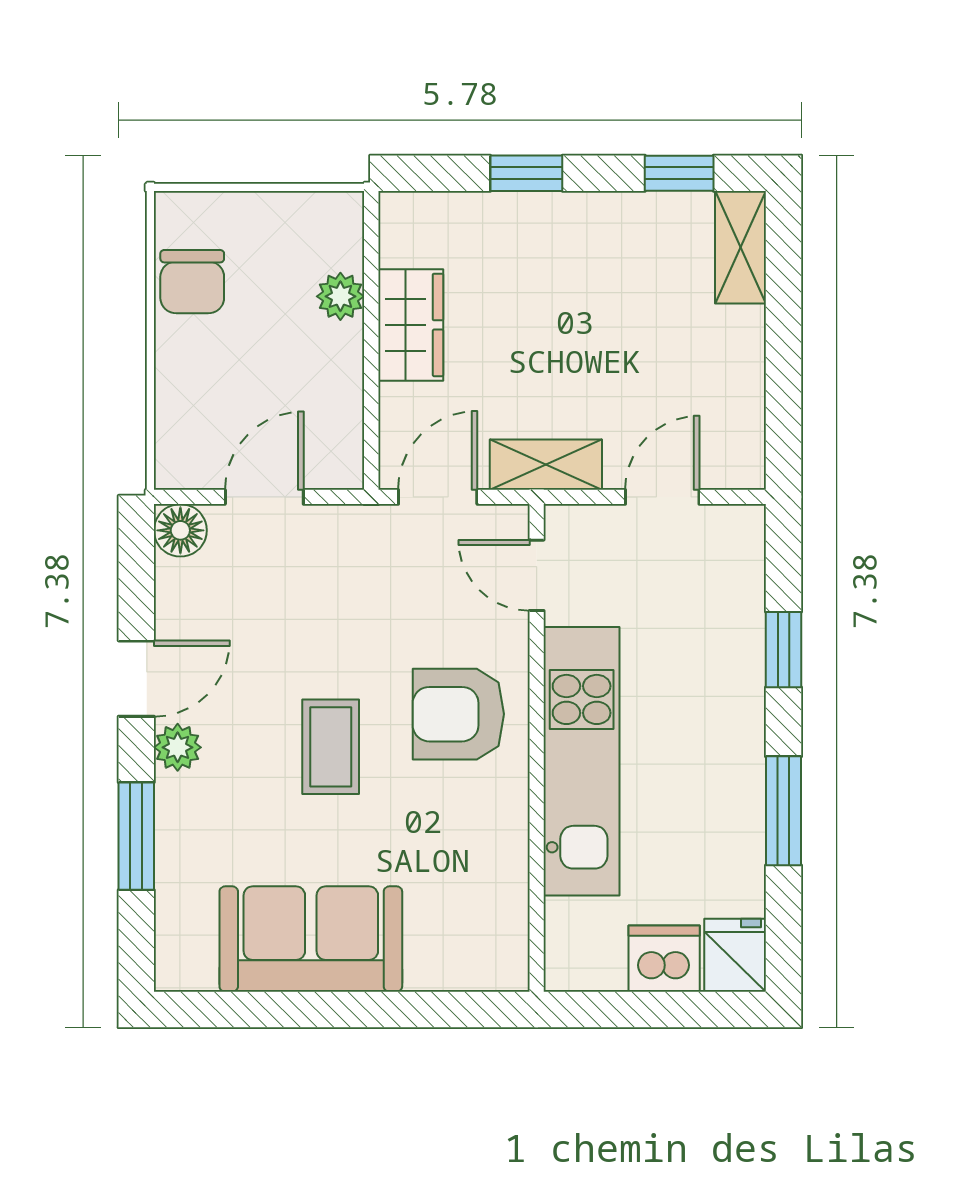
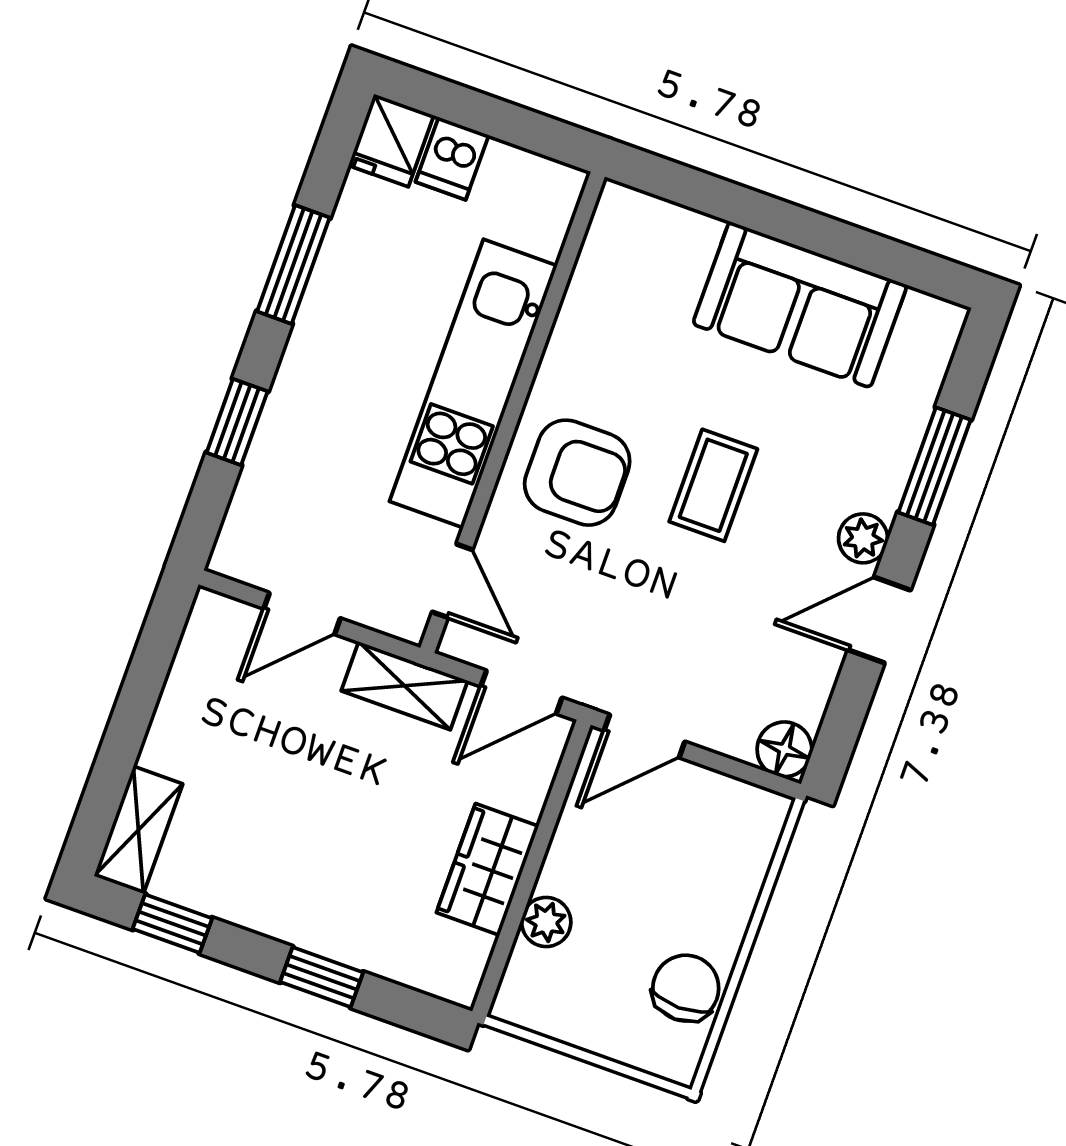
door: (264, 497) -> (644, 736), moved
dishwasher: (664, 959) -> (452, 159), width x0.73

